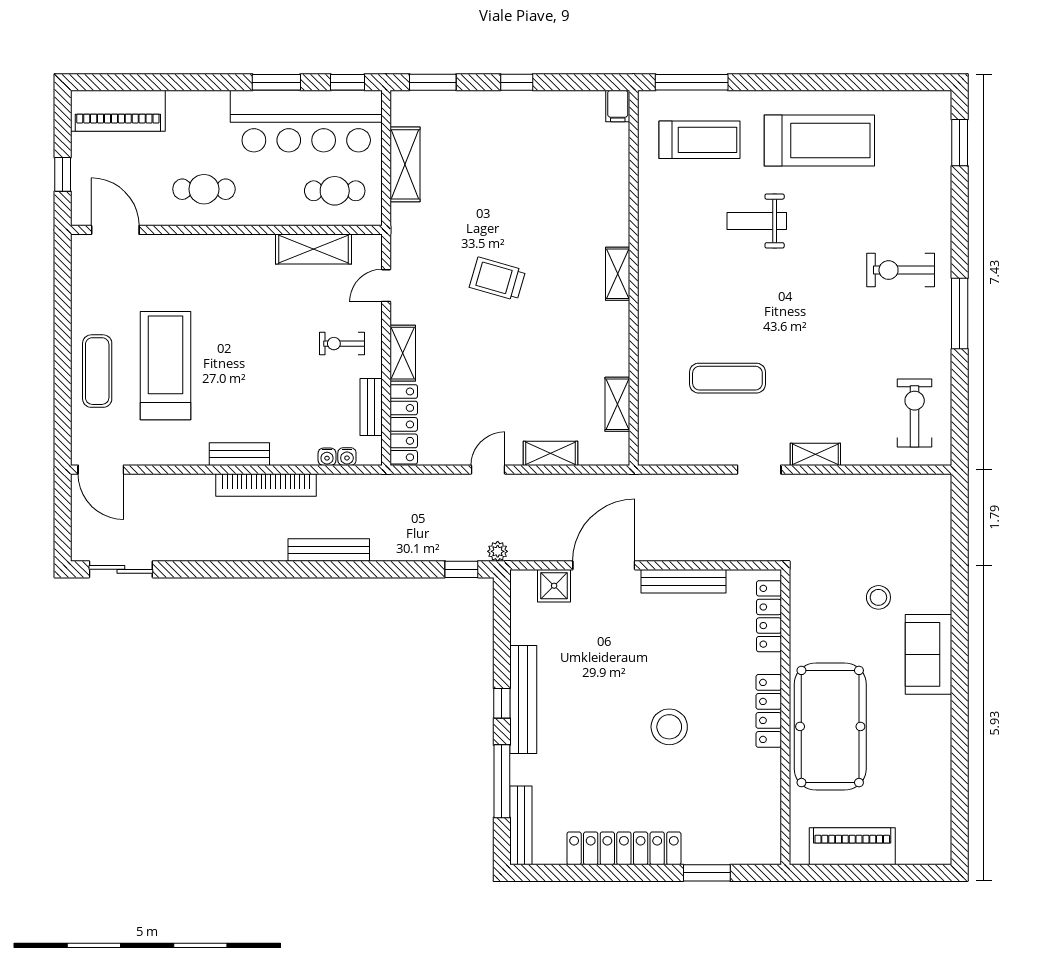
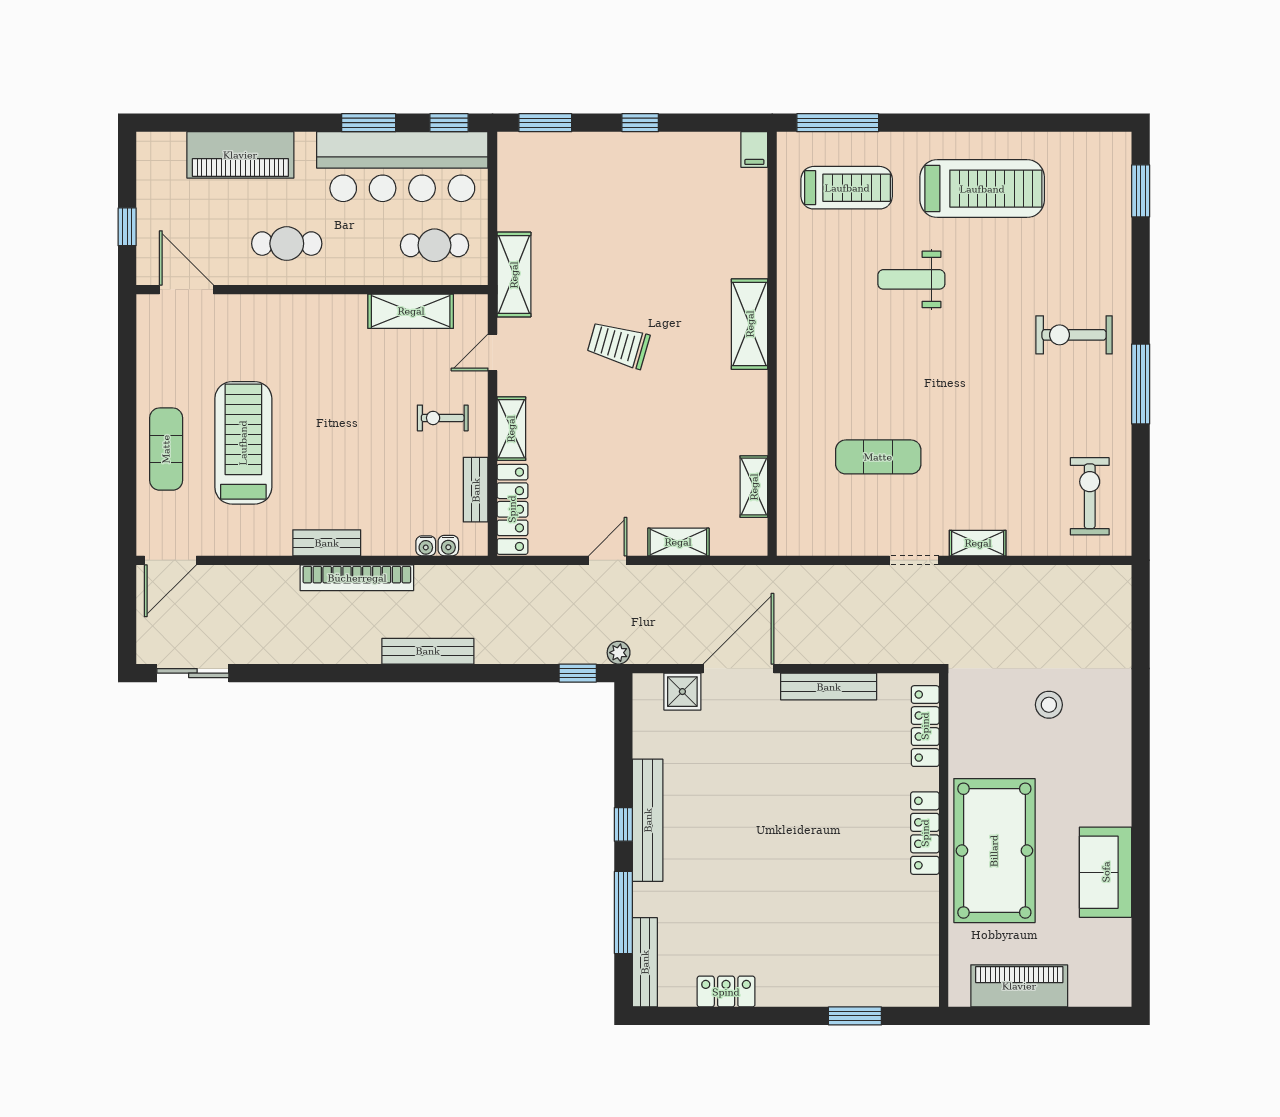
piano: (118, 111) -> (240, 155), moved
shelving: (405, 164) -> (514, 275), moved
shelving: (618, 274) -> (750, 324), width x1.50, depth x1.33
door: (101, 470) -> (170, 560), hinge flipped
sofa: (929, 654) -> (1106, 872), moved
stool: (669, 727) -> (812, 851), removed
locker: (624, 848) -> (726, 992), width x0.46, depth x0.83

